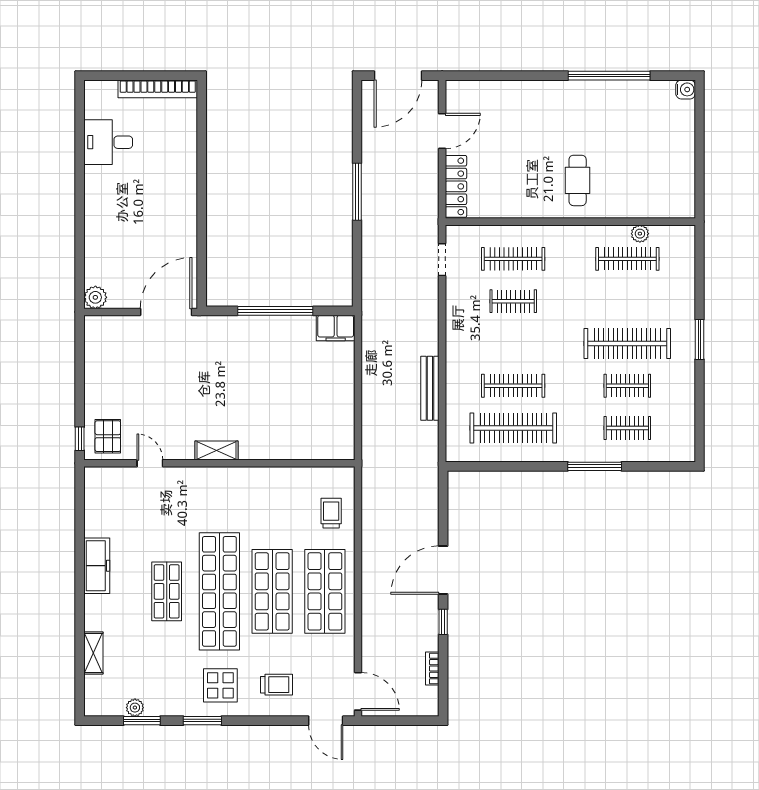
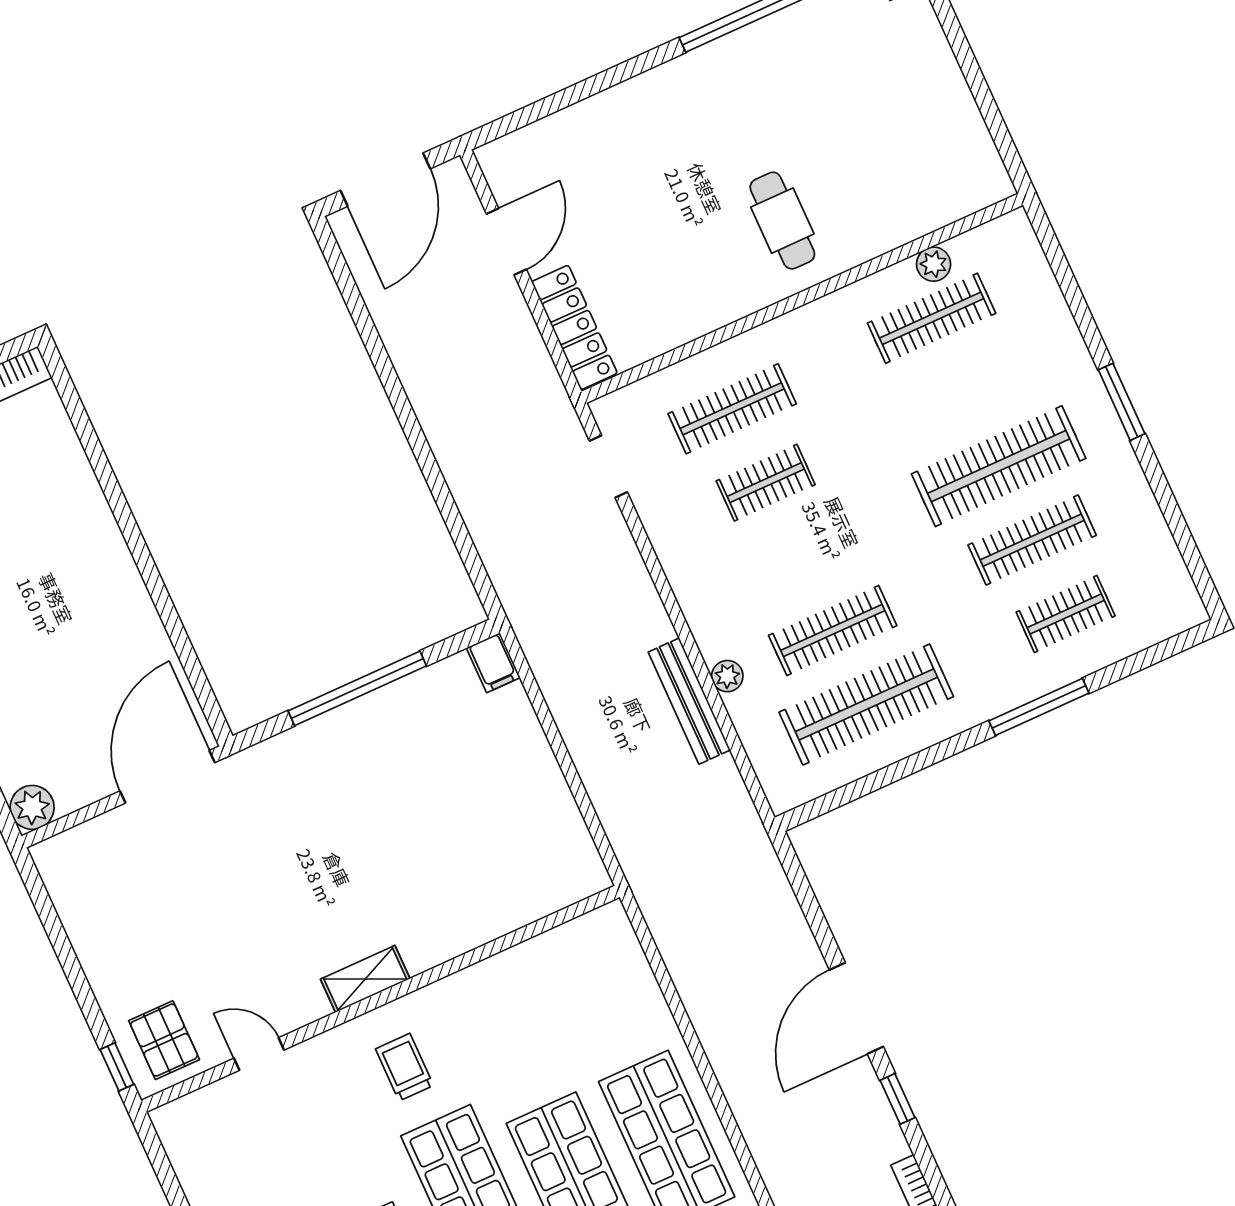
window: (357, 192) -> (406, 415), removed
filing cabinet: (336, 328) -> (493, 663), width x0.50
plant: (453, 385) -> (727, 676), added
clothes rail: (627, 386) -> (1032, 540), width x1.36
trolley: (331, 513) -> (404, 1067), moved

